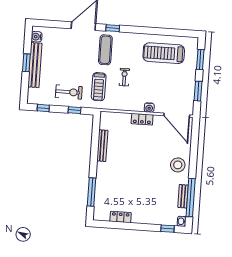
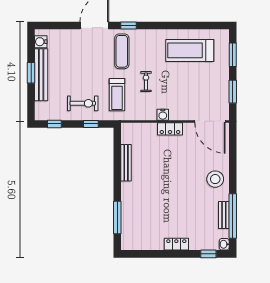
water cooler: (149, 107) -> (163, 115), moved
locker: (121, 217) -> (176, 244), moved

